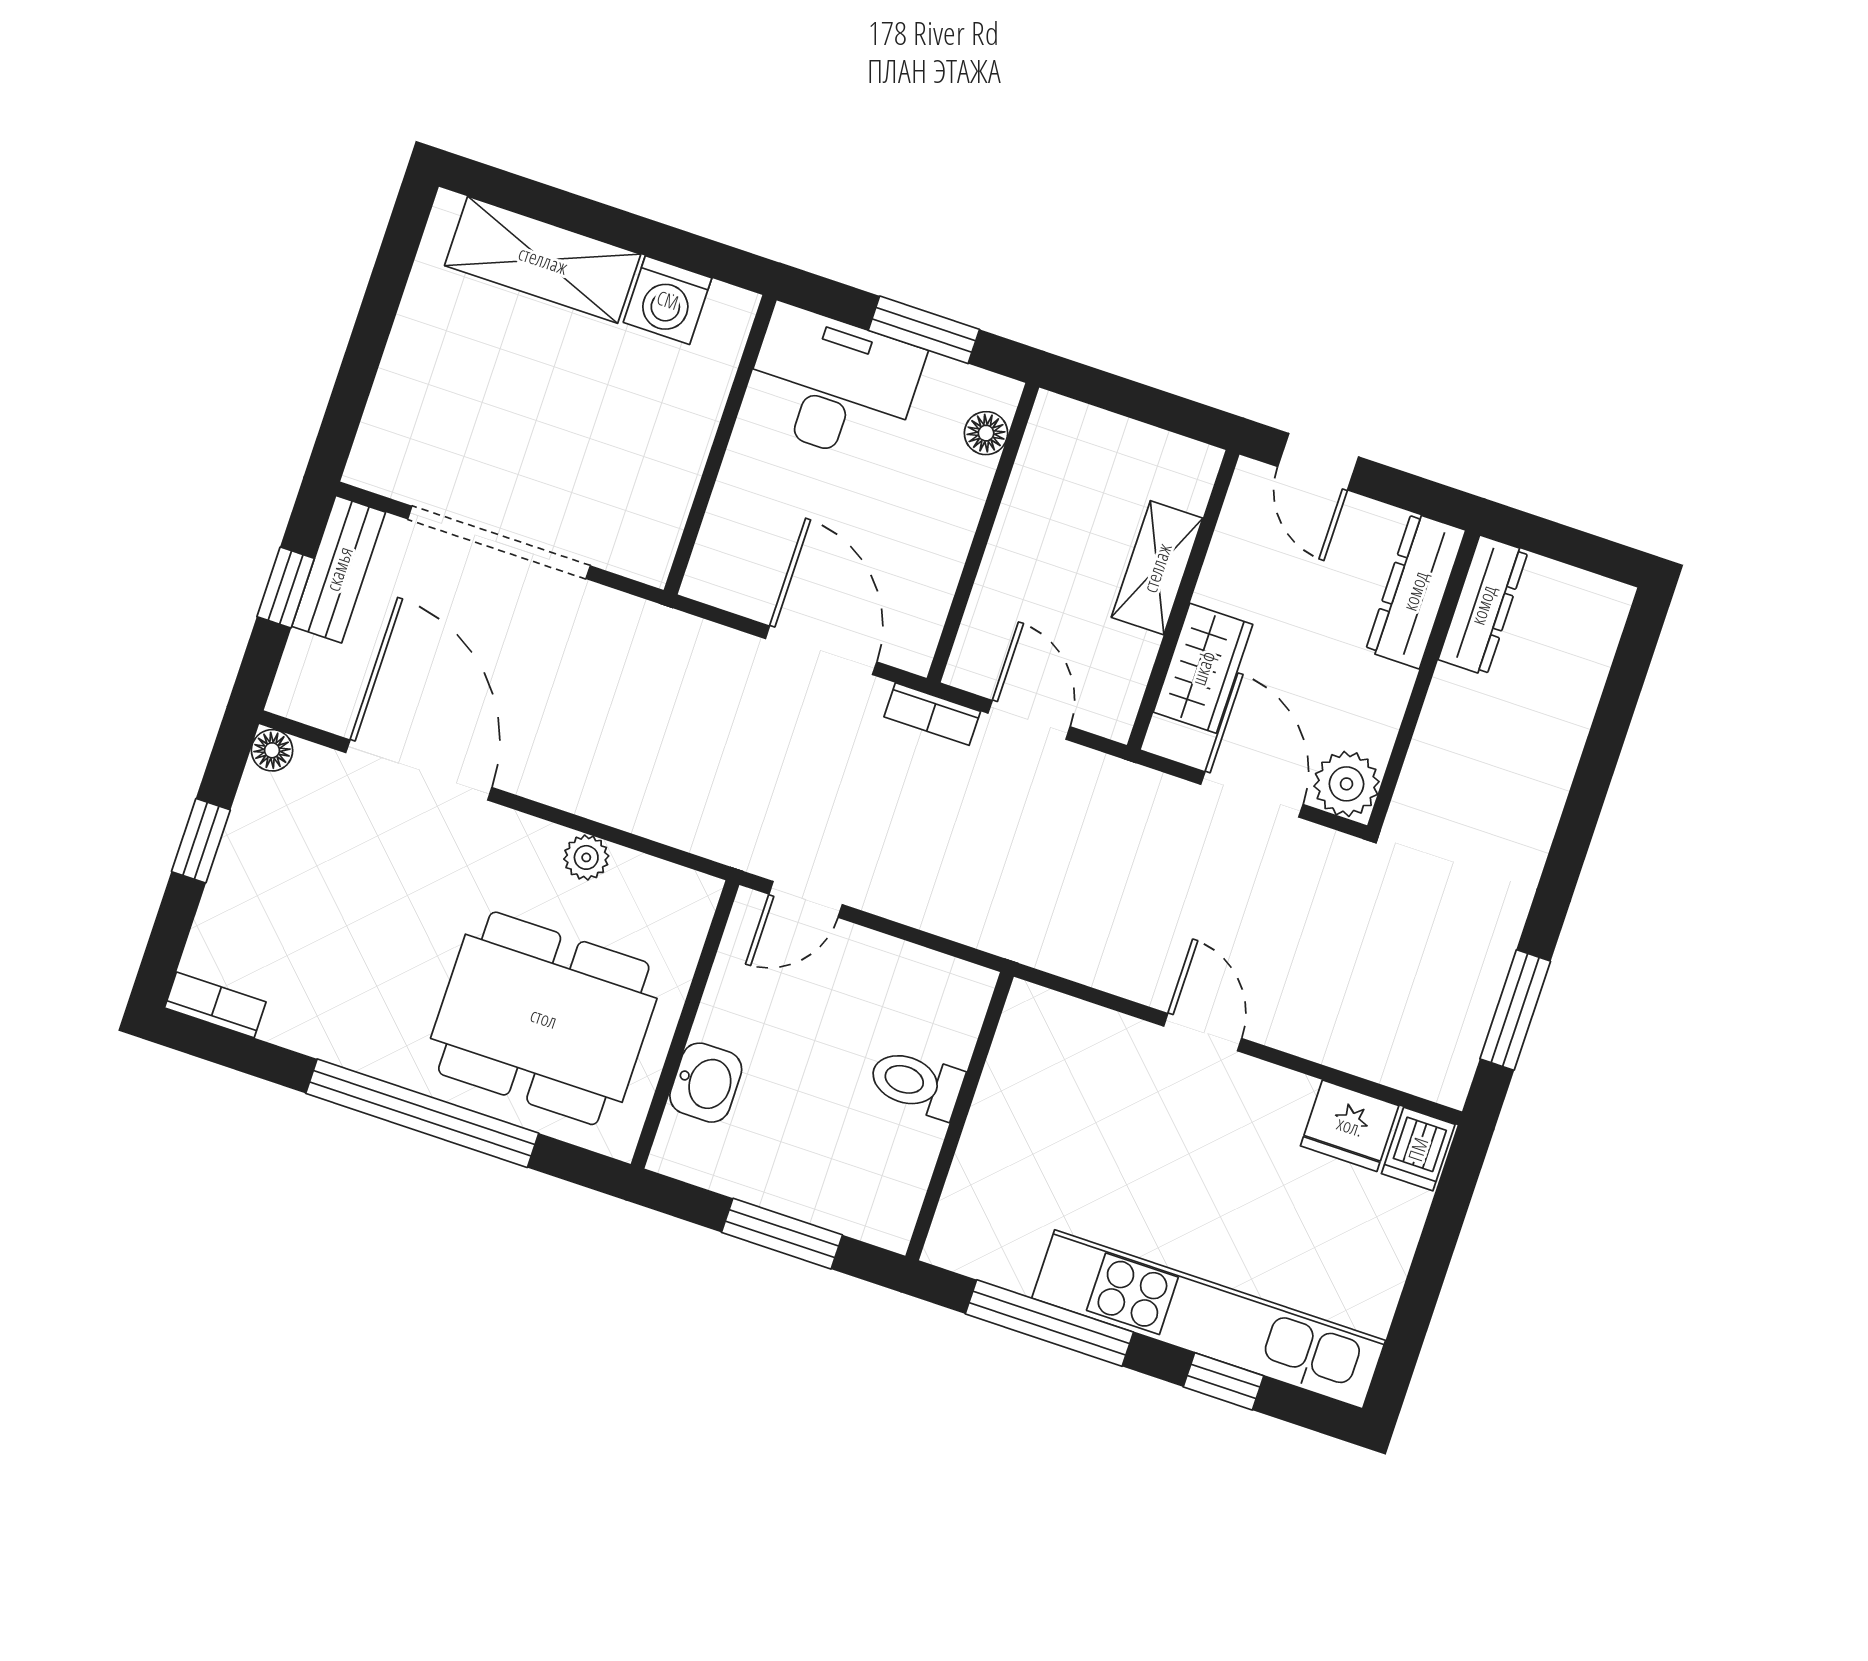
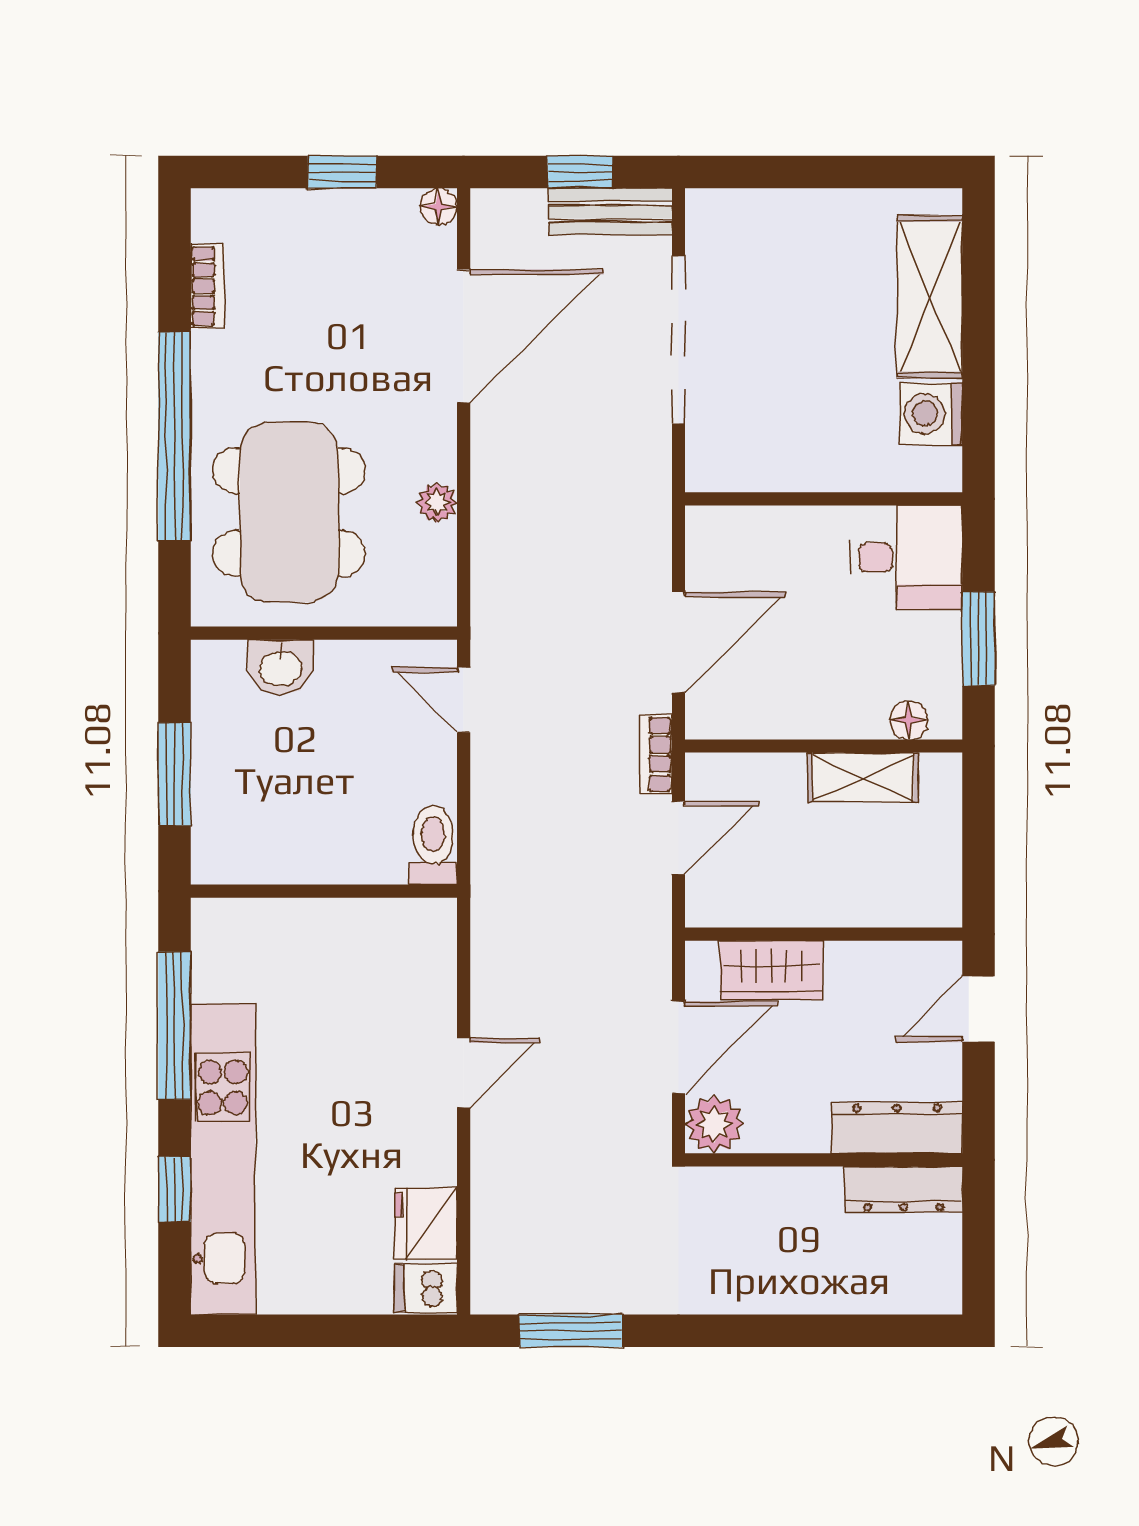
desk: (832, 385) -> (906, 557), width x0.73
shelving: (1157, 568) -> (863, 777), moved
bookcase: (215, 1005) -> (207, 286), moved
toilet: (916, 1083) -> (433, 845), moved

